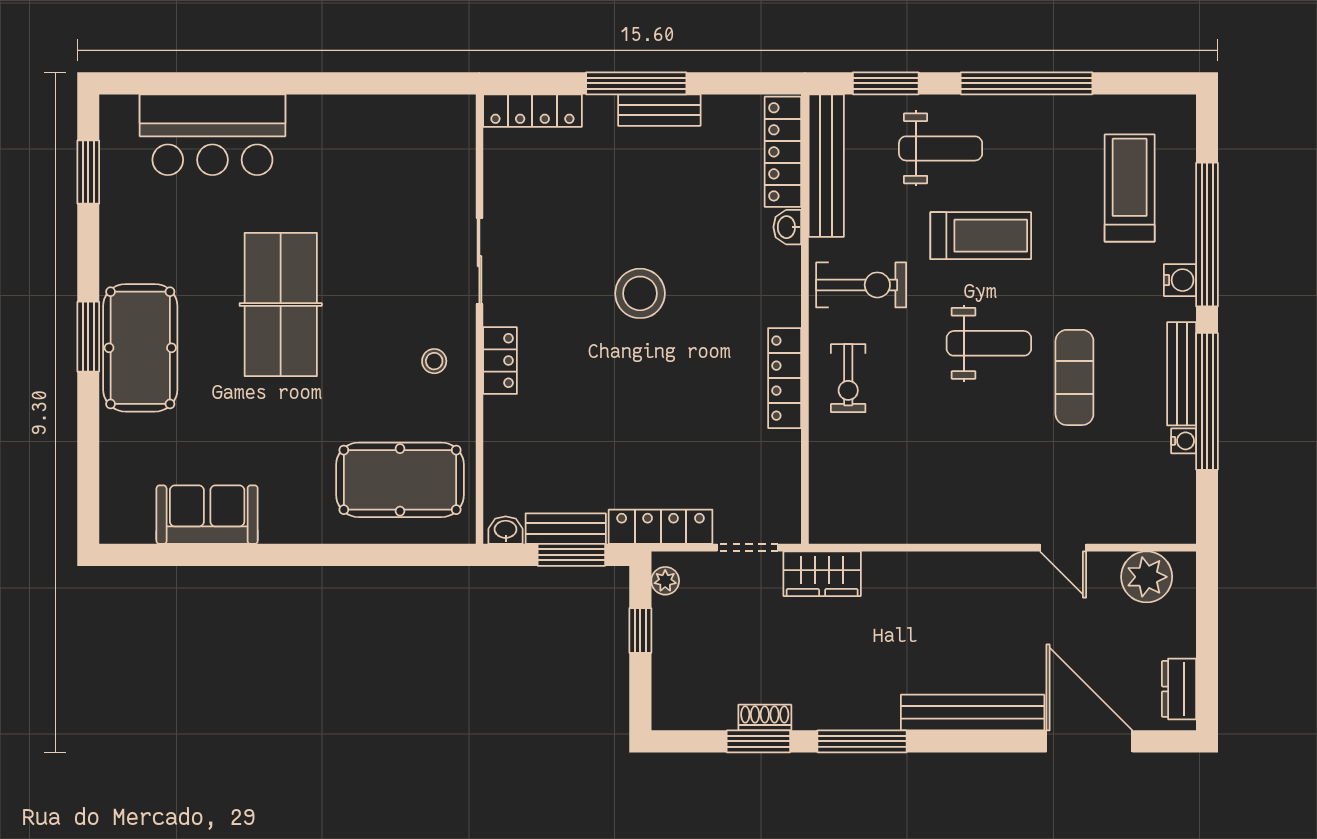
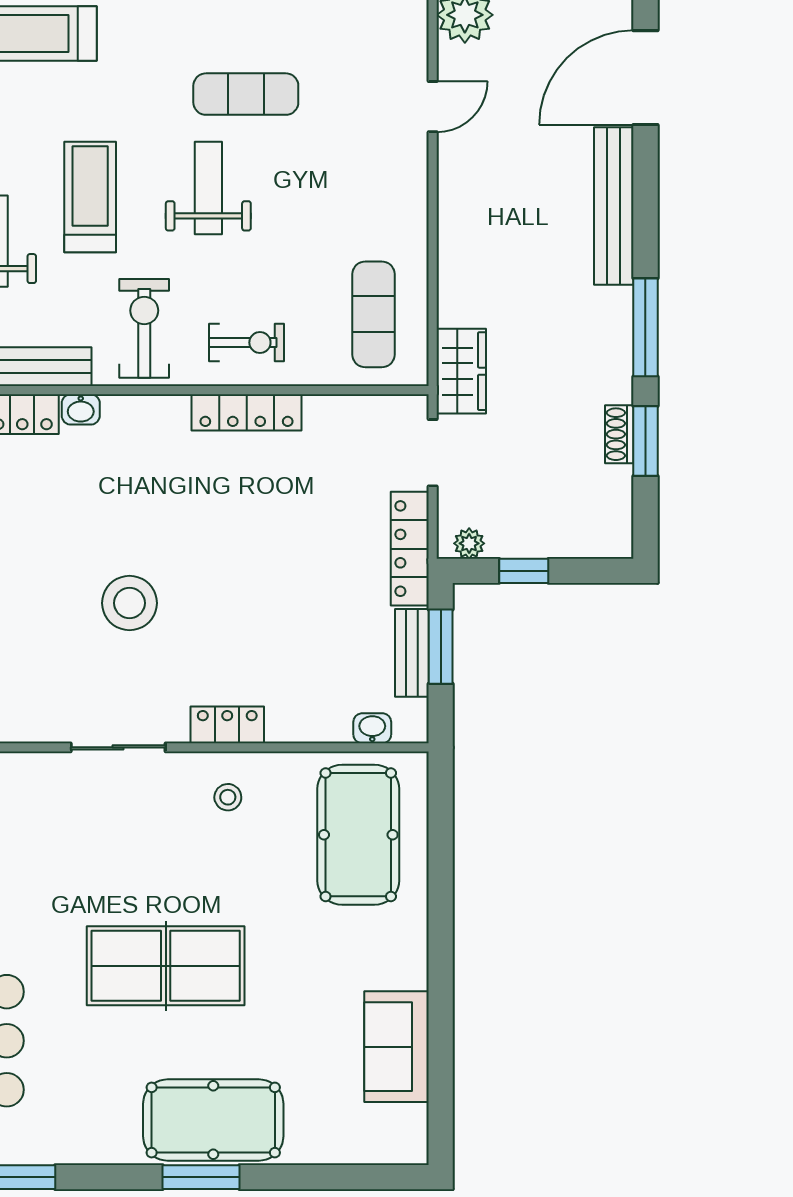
stool: (640, 293) -> (129, 603), moved
exercise mat: (874, 494) -> (373, 314), added
washbasin: (506, 530) -> (372, 728), moved, turned 90

